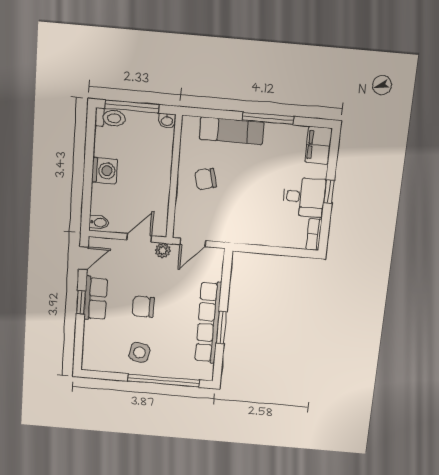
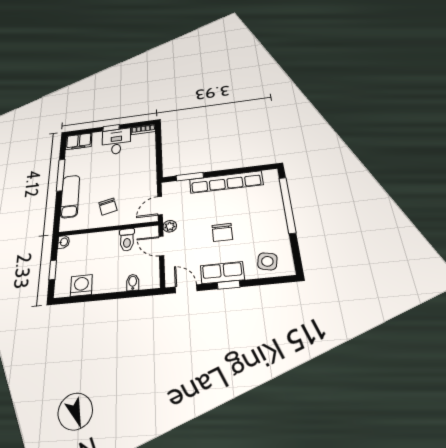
window: (132, 106) -> (53, 270), width x0.46
toilet: (110, 118) -> (127, 240), moved, turned 180
washing machine: (104, 171) -> (81, 285), moved
bidet: (99, 222) -> (133, 282), moved
door: (193, 243) -> (160, 206), swing flipped
window: (221, 327) -> (190, 177), moved
side table: (139, 352) -> (267, 261), moved

